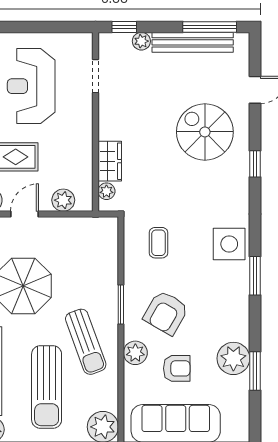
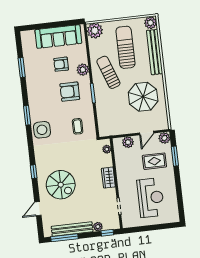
wardrobe: (110, 161) -> (108, 178), moved
armchair: (166, 313) -> (70, 92), turned -120
plant: (233, 358) -> (33, 73), removed

